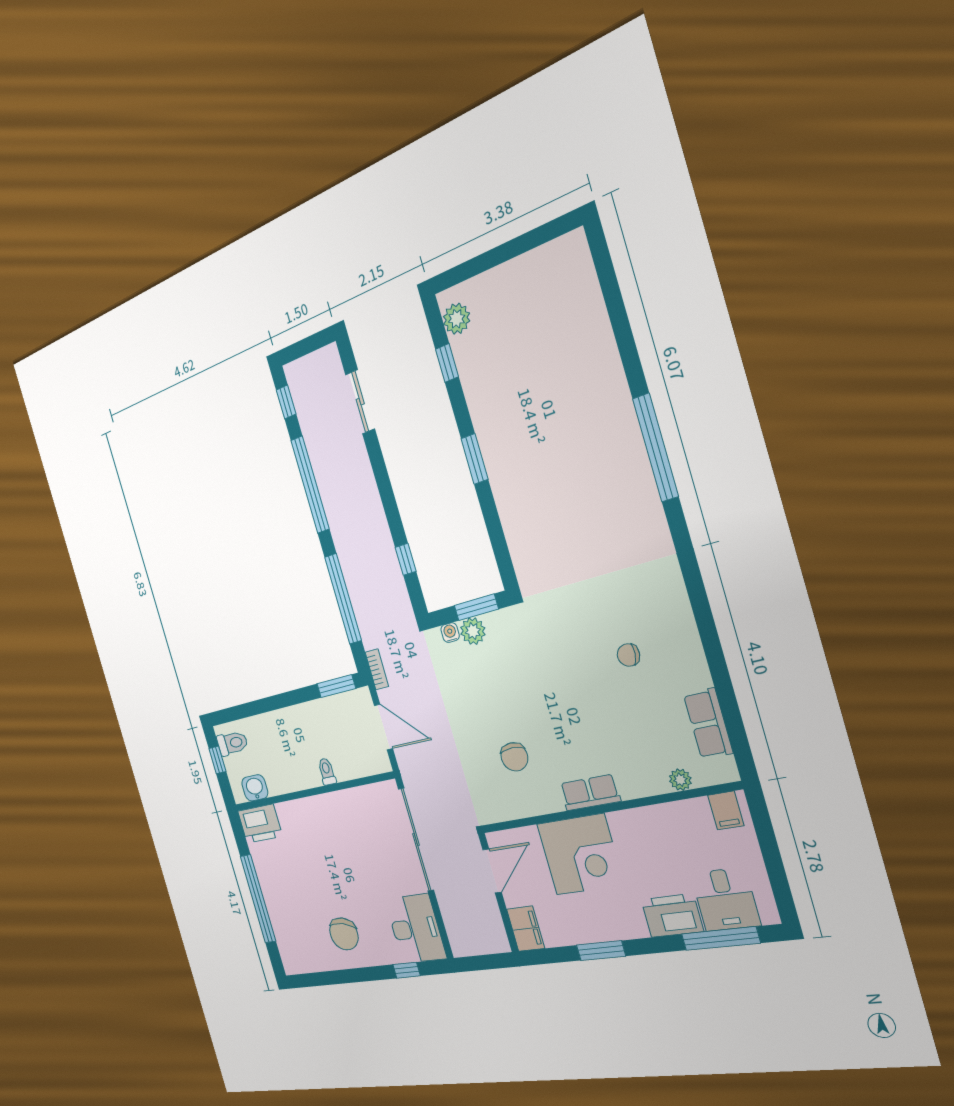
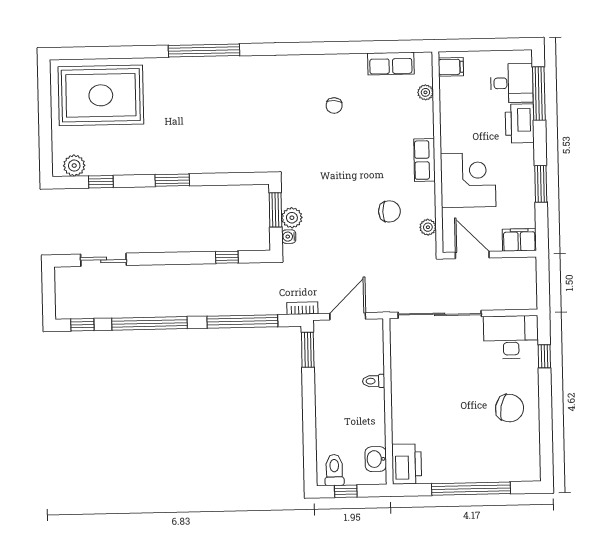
rug: (555, 320) -> (101, 95), added
plant: (509, 810) -> (428, 227), added

